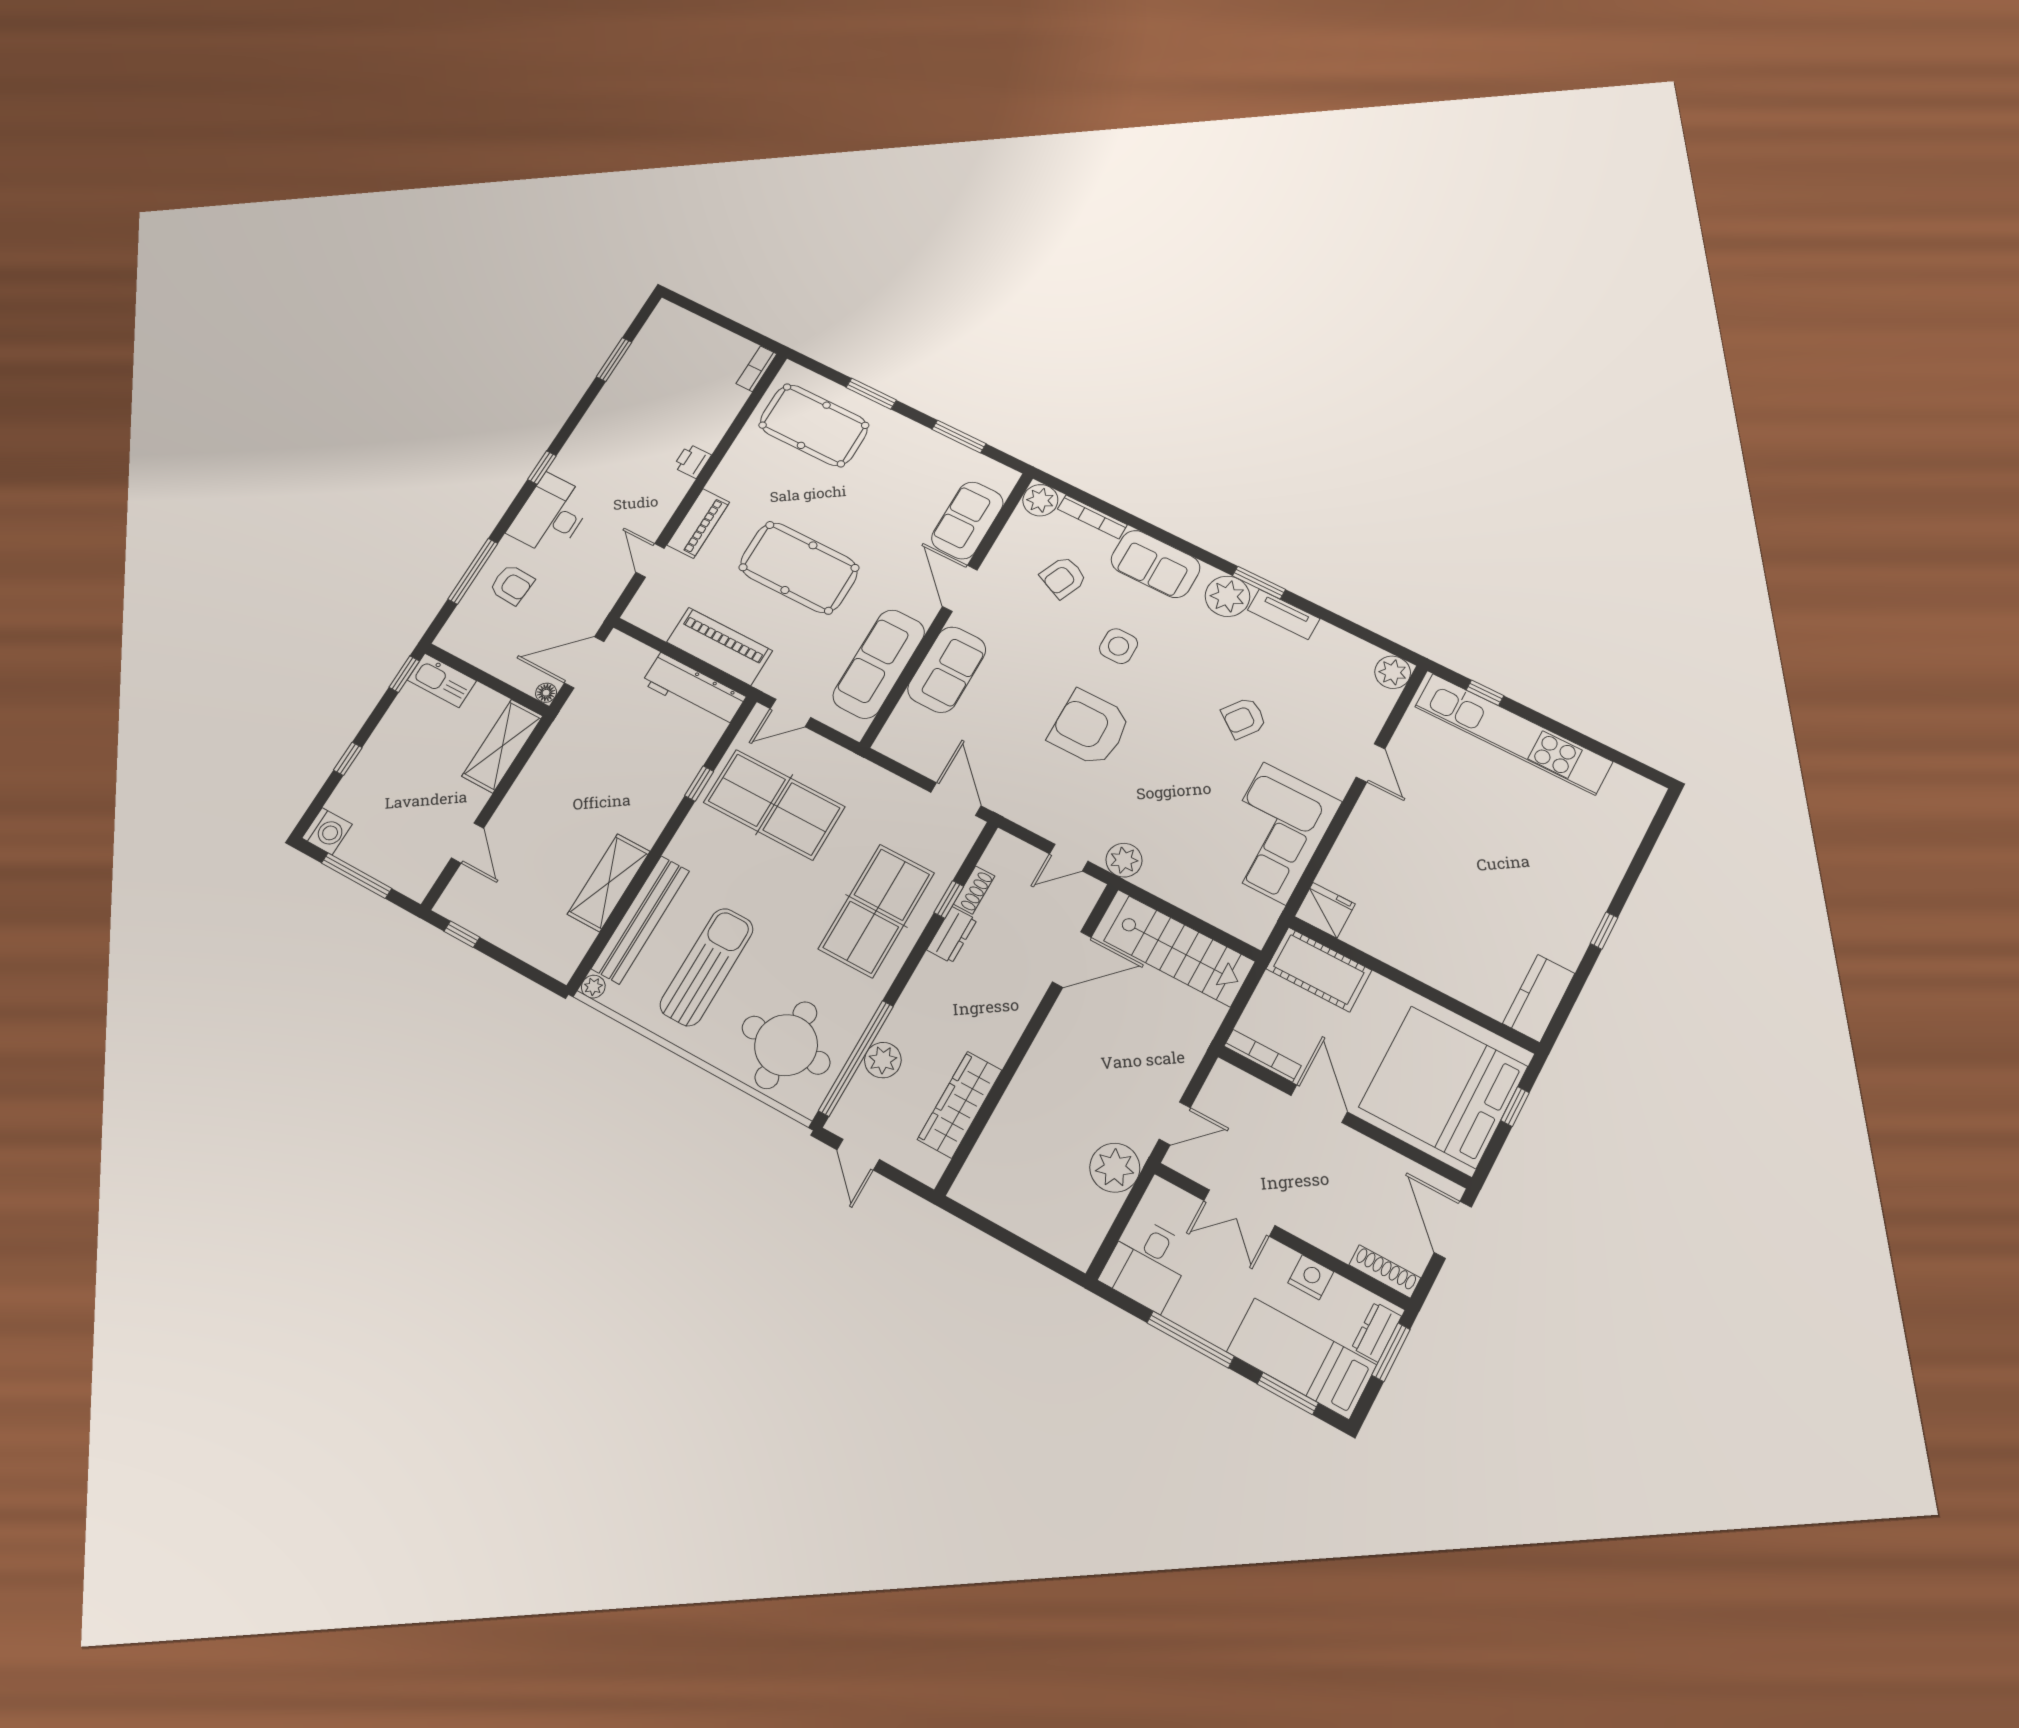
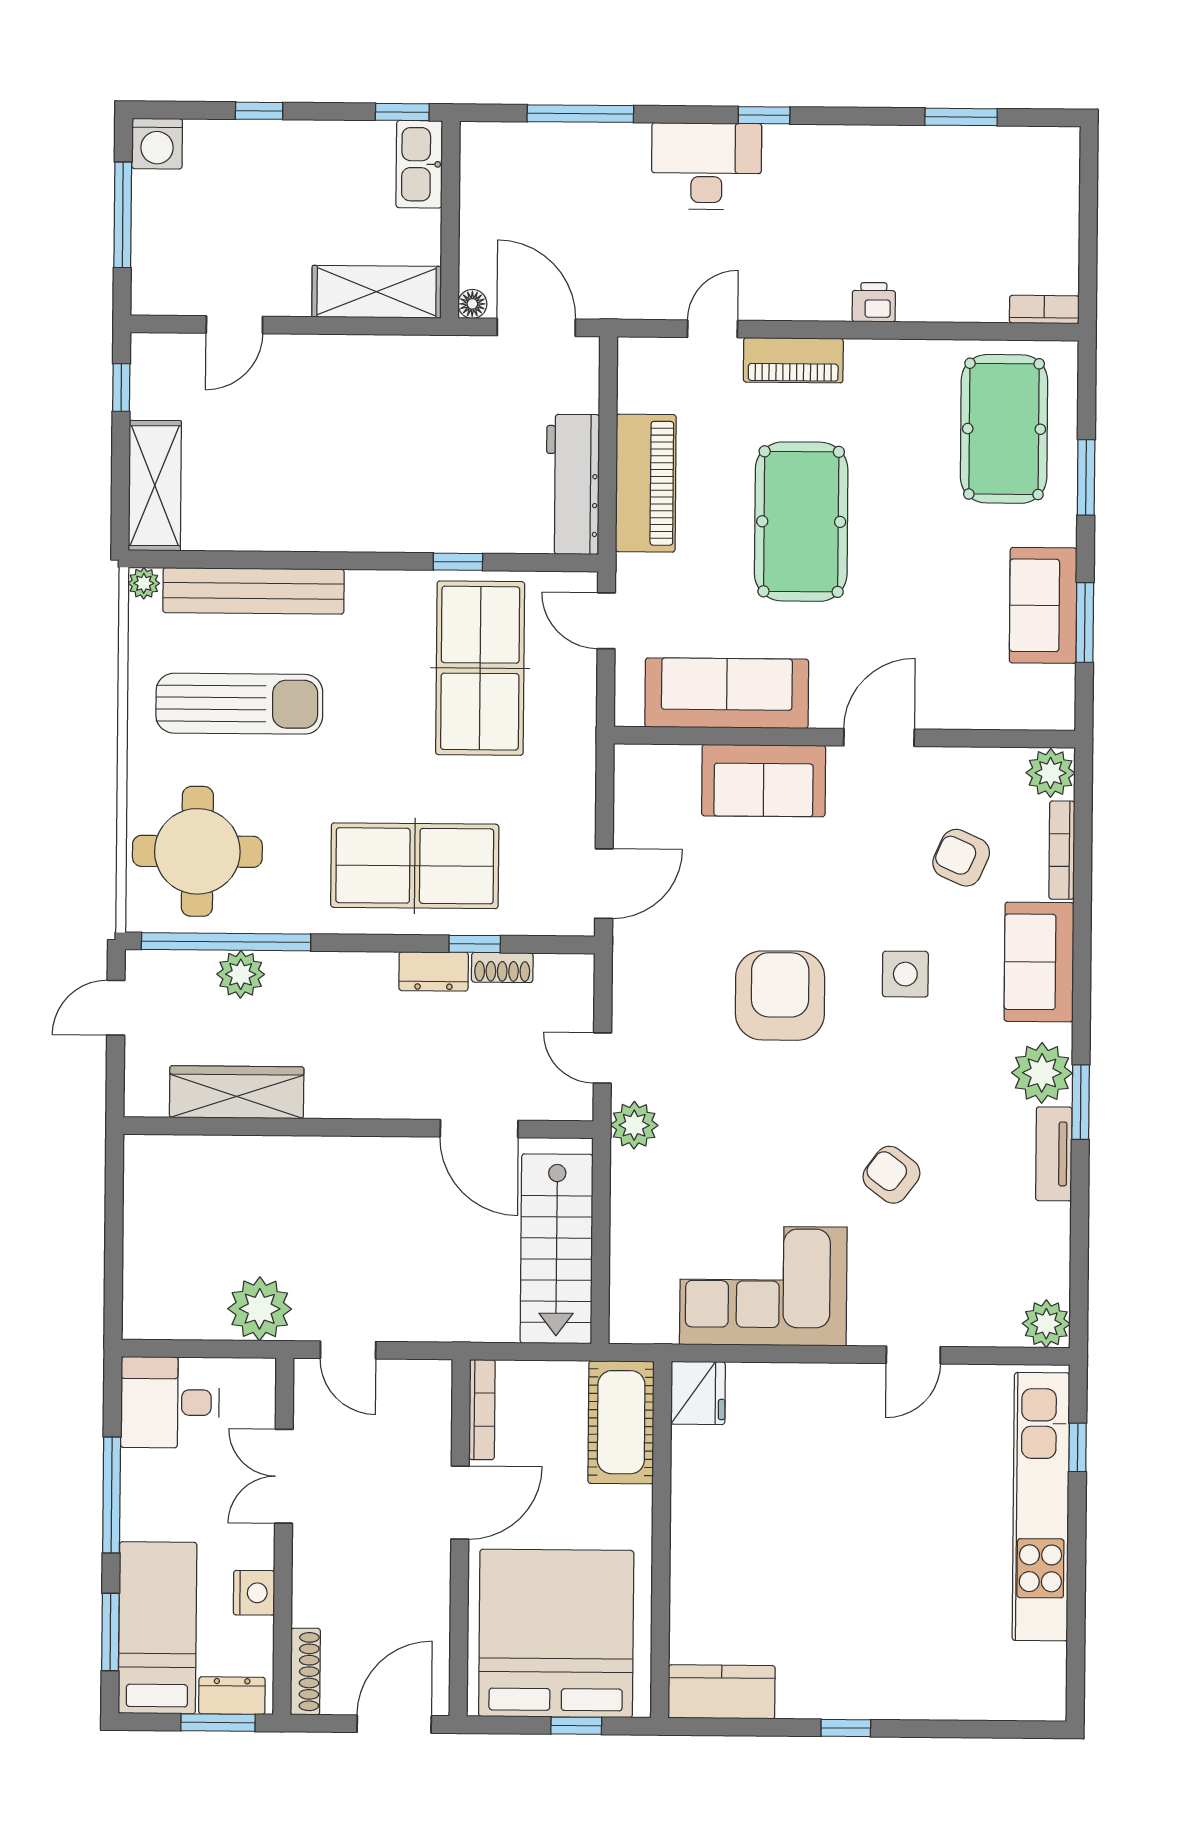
sofa: (967, 520) -> (1043, 605), moved, turned -90
armchair: (512, 585) -> (589, 174), removed
shelving: (609, 883) -> (155, 486), moved, turned 90

